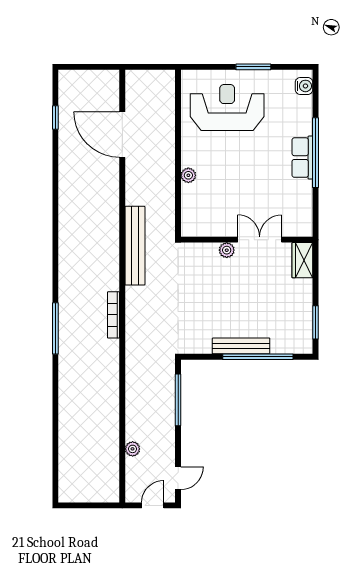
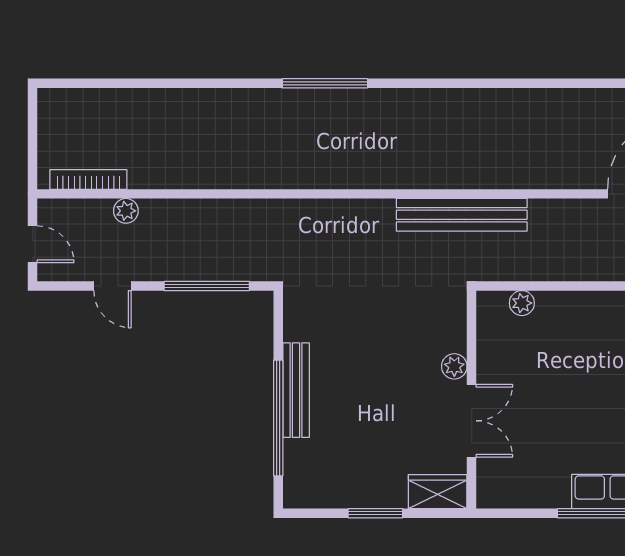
plant: (188, 175) -> (522, 303), moved
bookcase: (114, 315) -> (88, 179), moved
window: (316, 322) -> (375, 513), moved
door: (178, 478) -> (112, 286), moved

